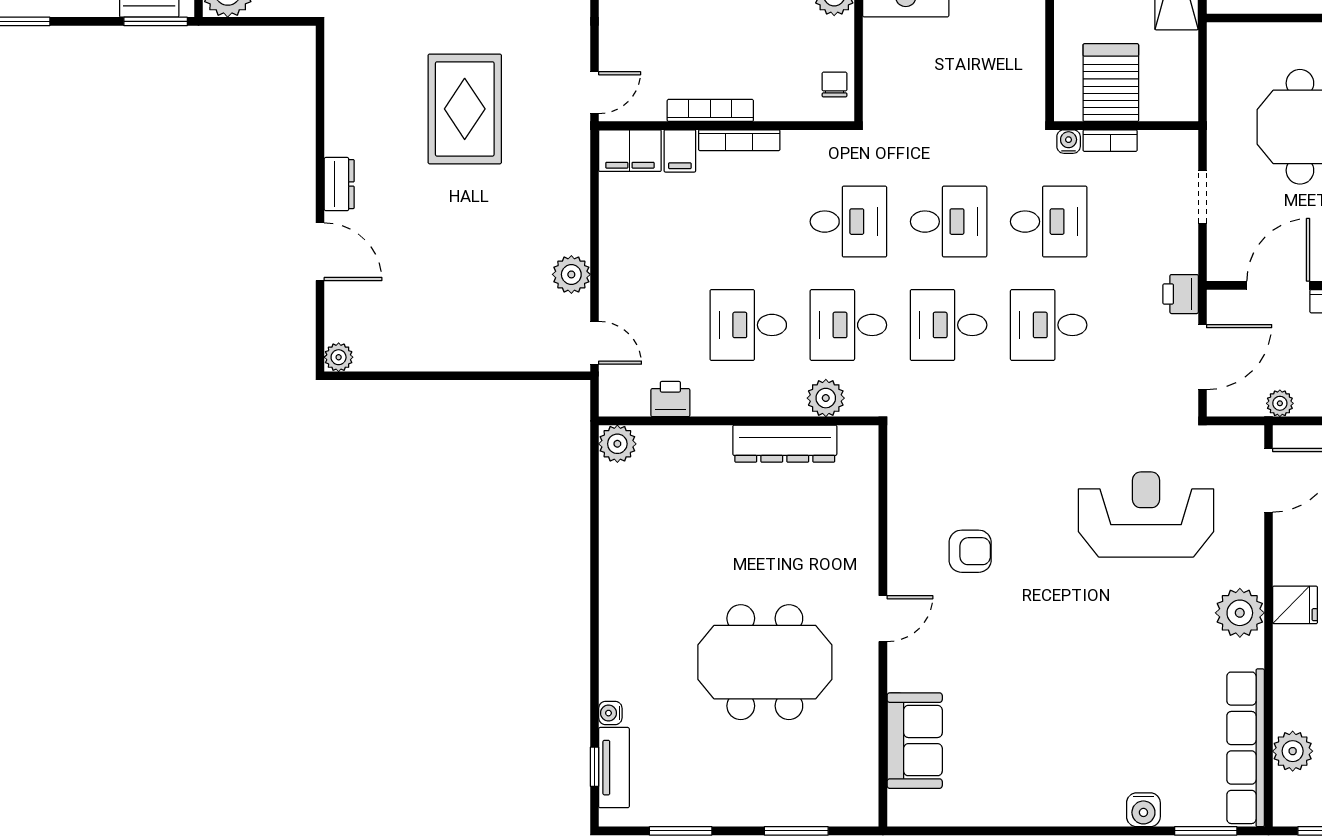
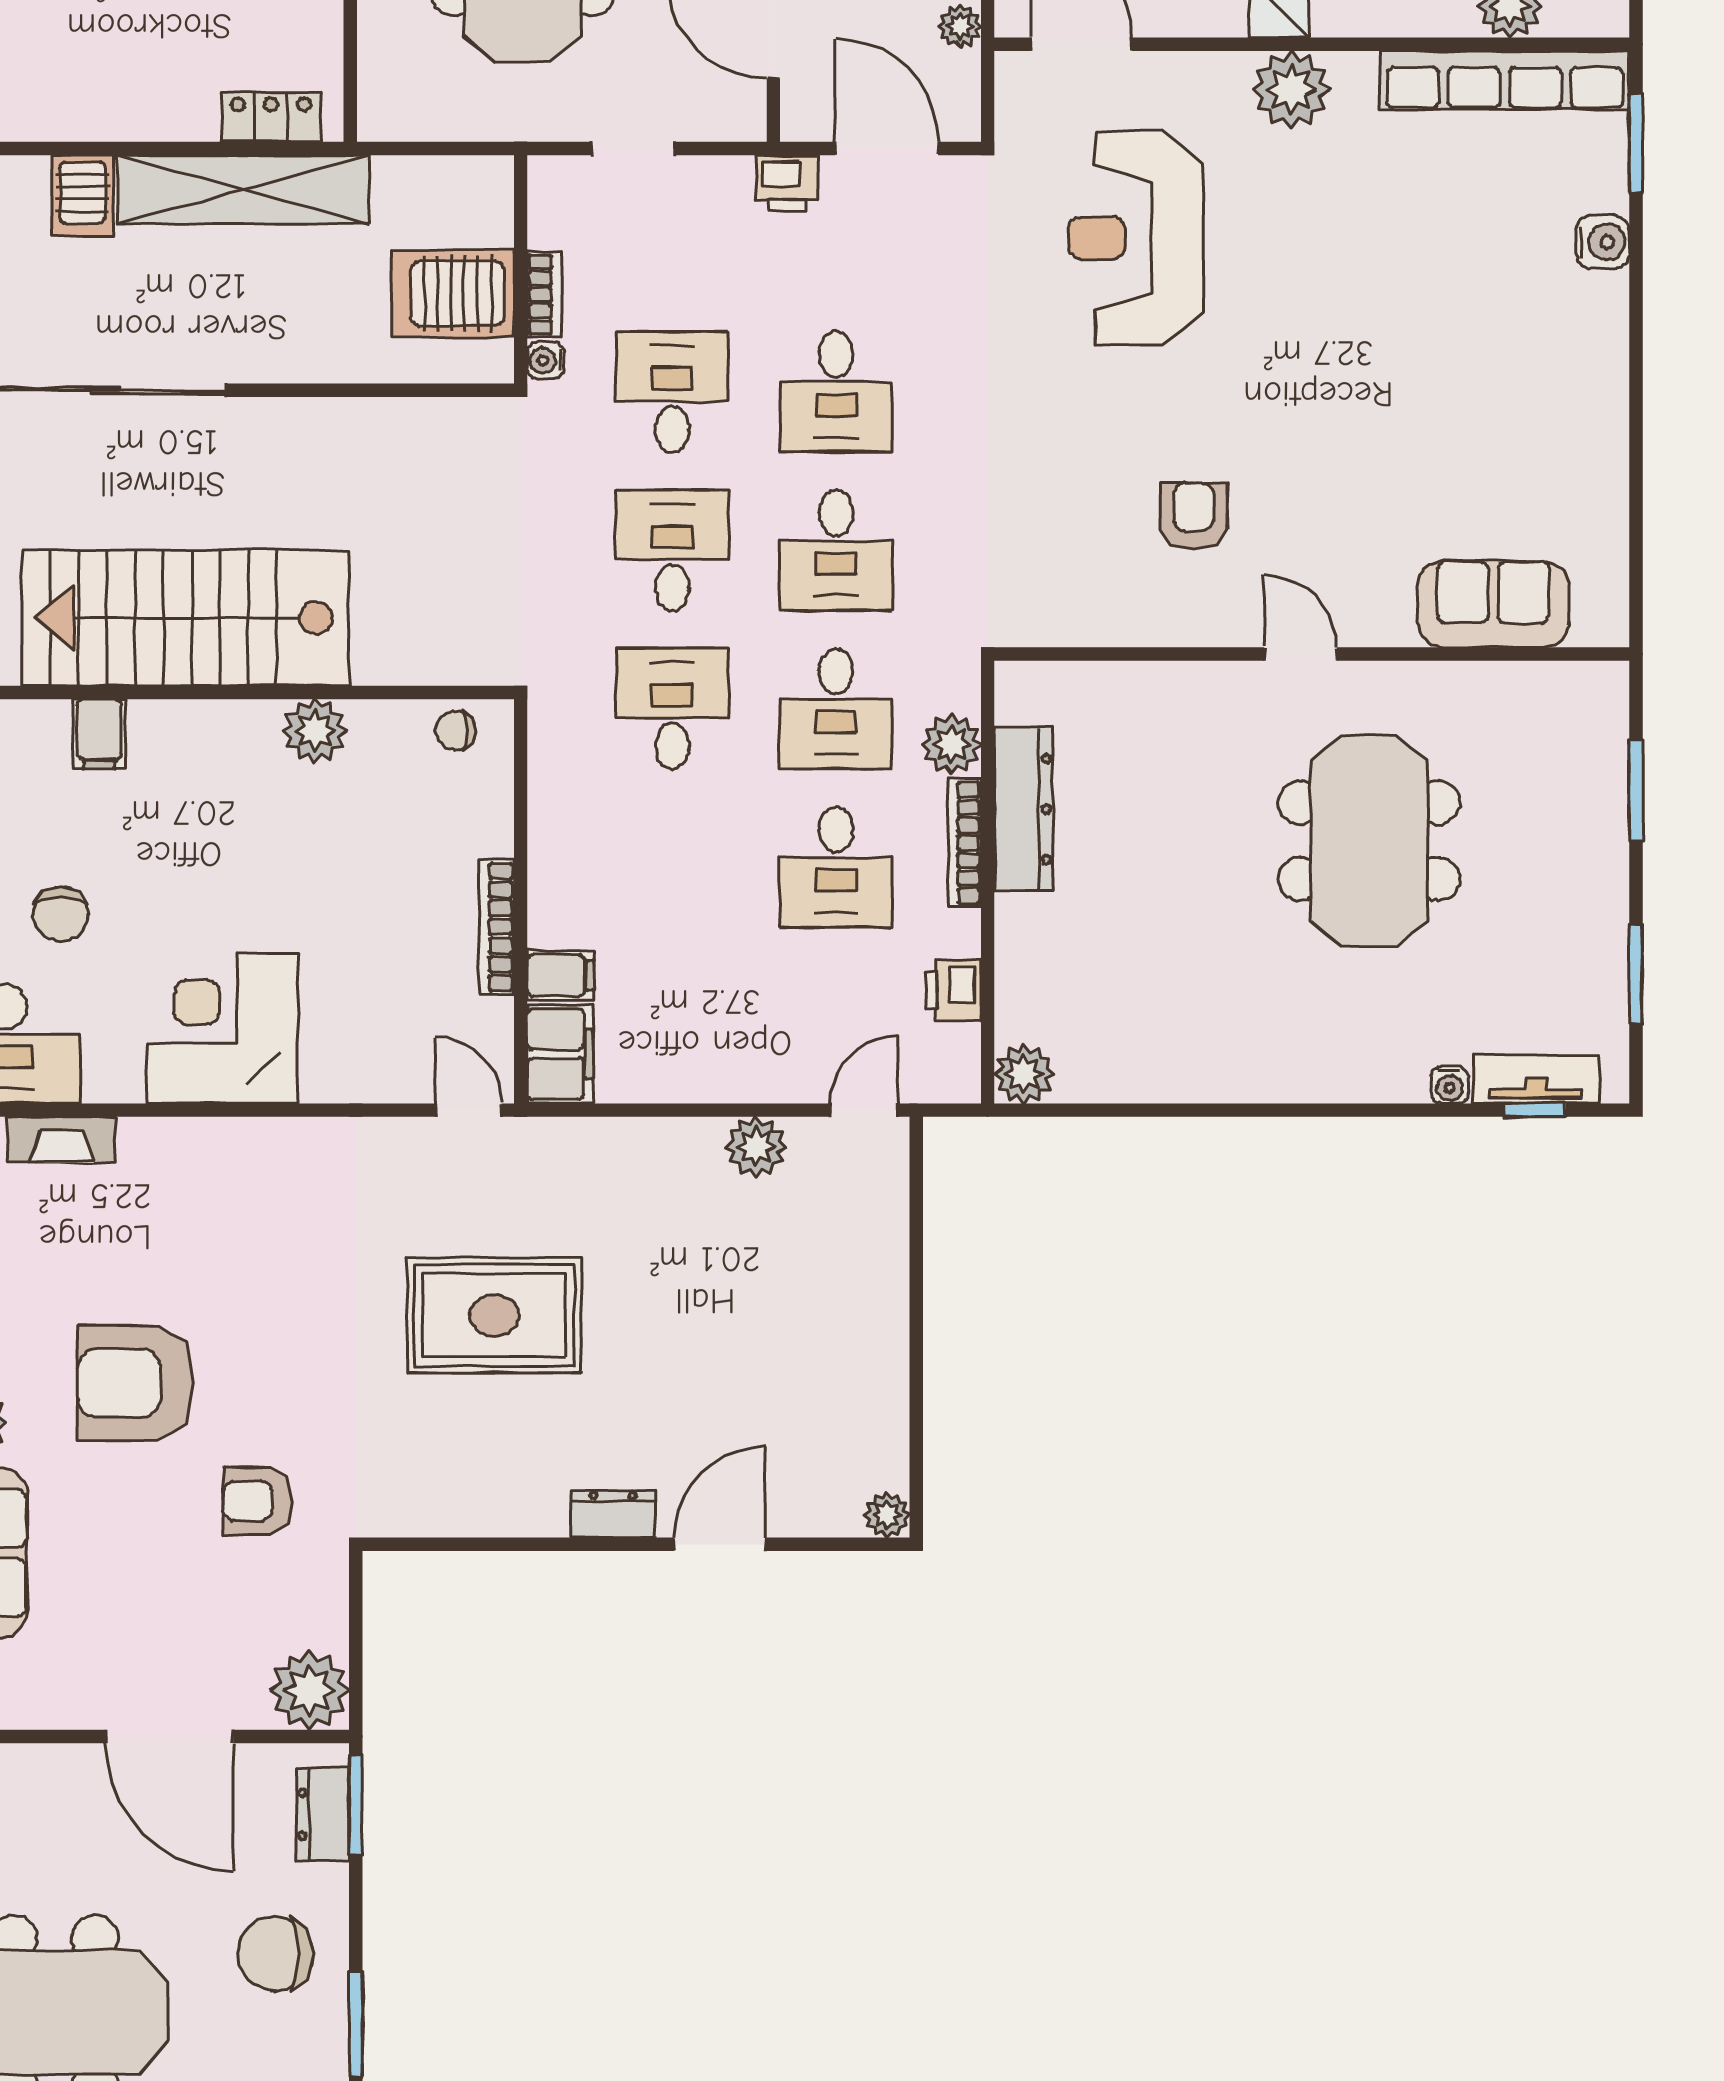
bookcase: (739, 140) -> (965, 843), moved, turned 180

